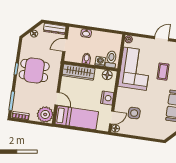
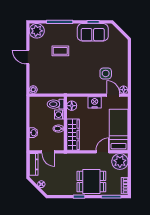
corner sofa: (135, 69) -> (62, 79), removed
dining table: (34, 70) -> (91, 182), moved, turned 90

